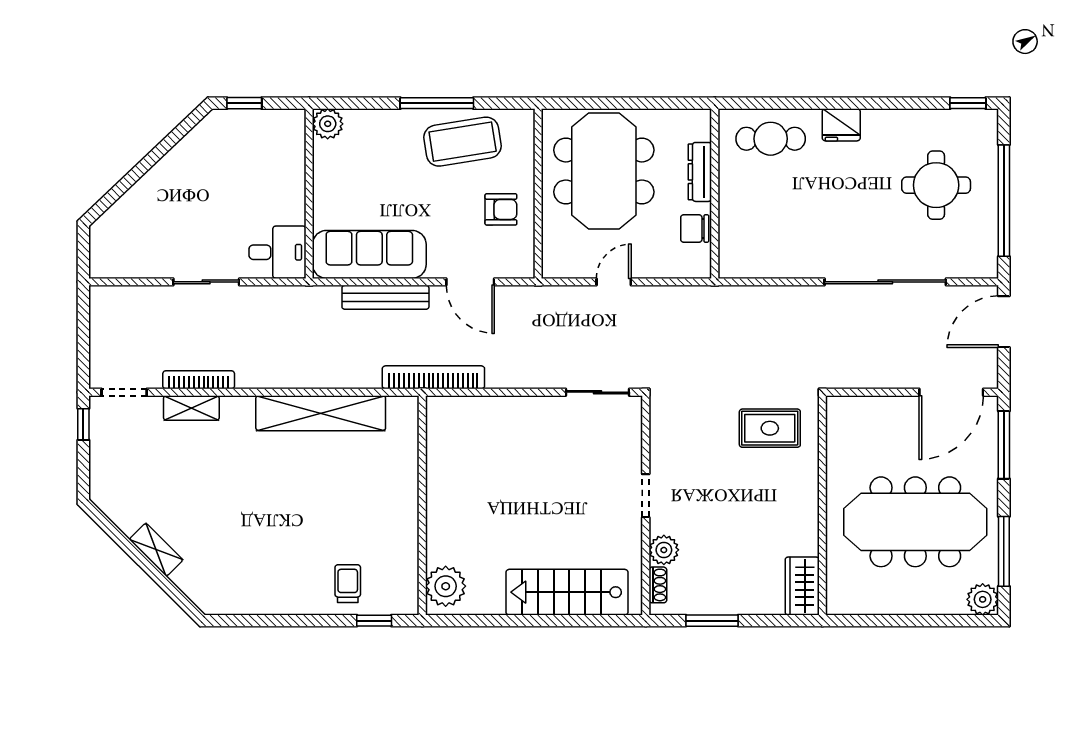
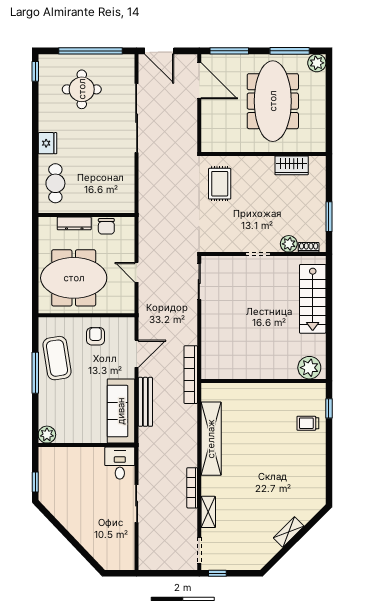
bookcase: (199, 380) -> (192, 488), moved
wardrobe: (802, 586) -> (292, 165), moved

